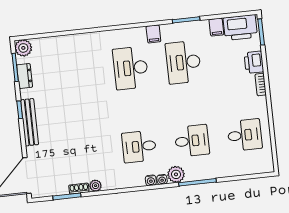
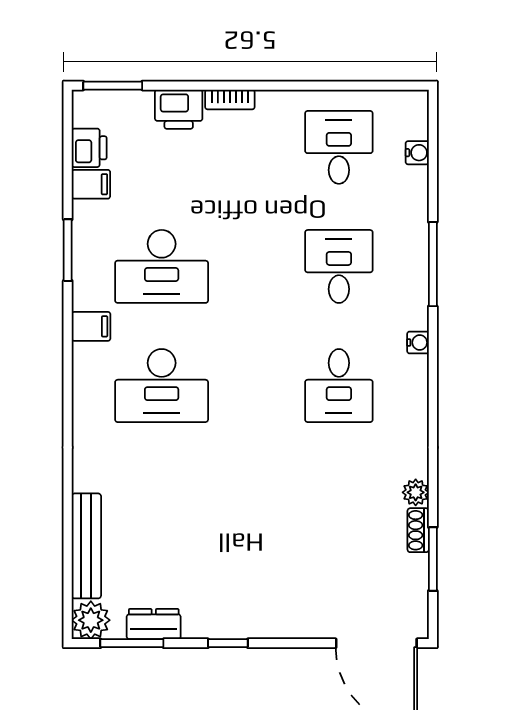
printer: (240, 27) -> (89, 148), width x0.53, depth x0.68
bench: (29, 122) -> (86, 546), moved, turned 90
plant: (176, 174) -> (410, 310), removed
water cooler: (151, 180) -> (417, 153), moved

